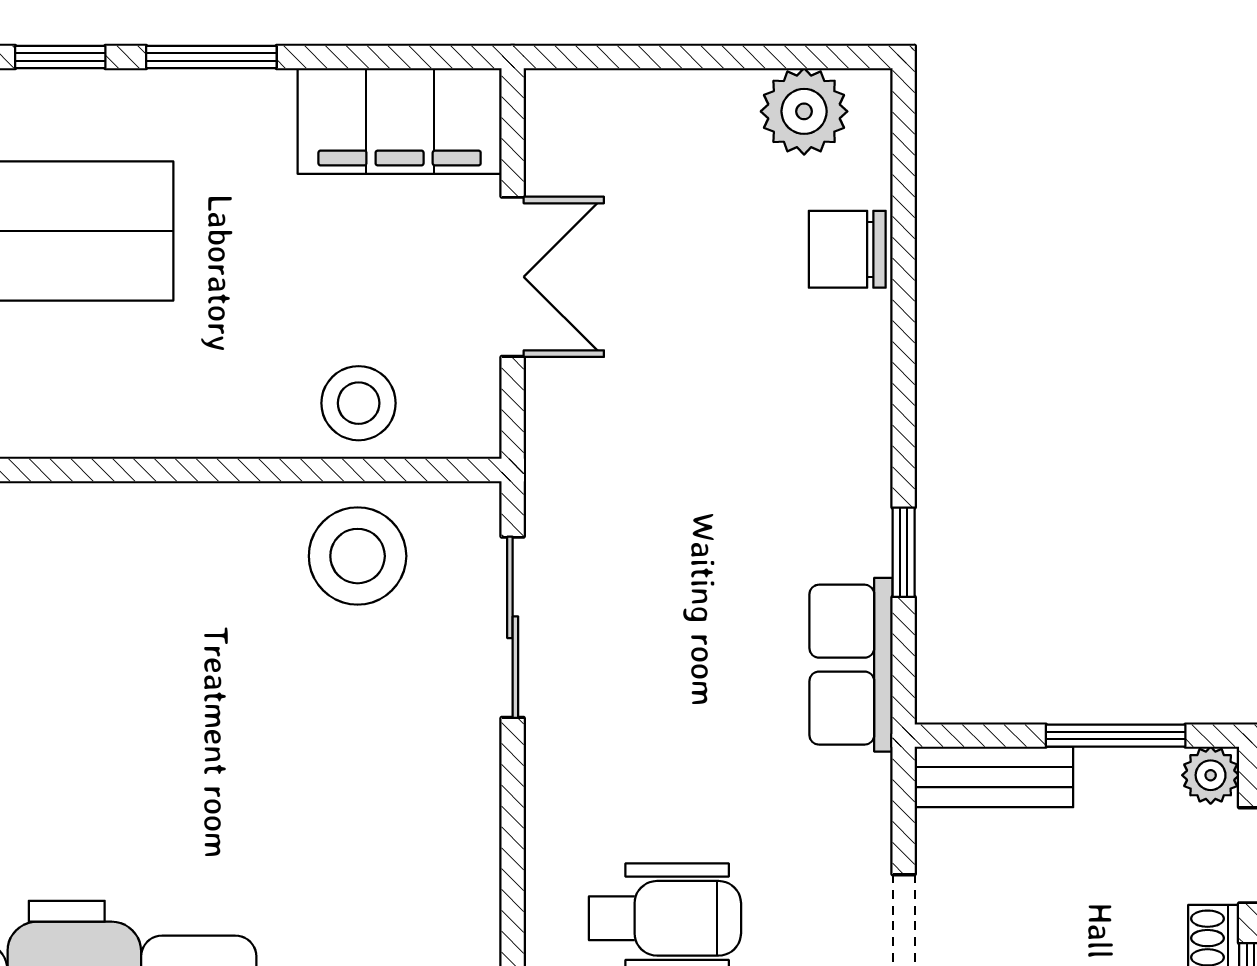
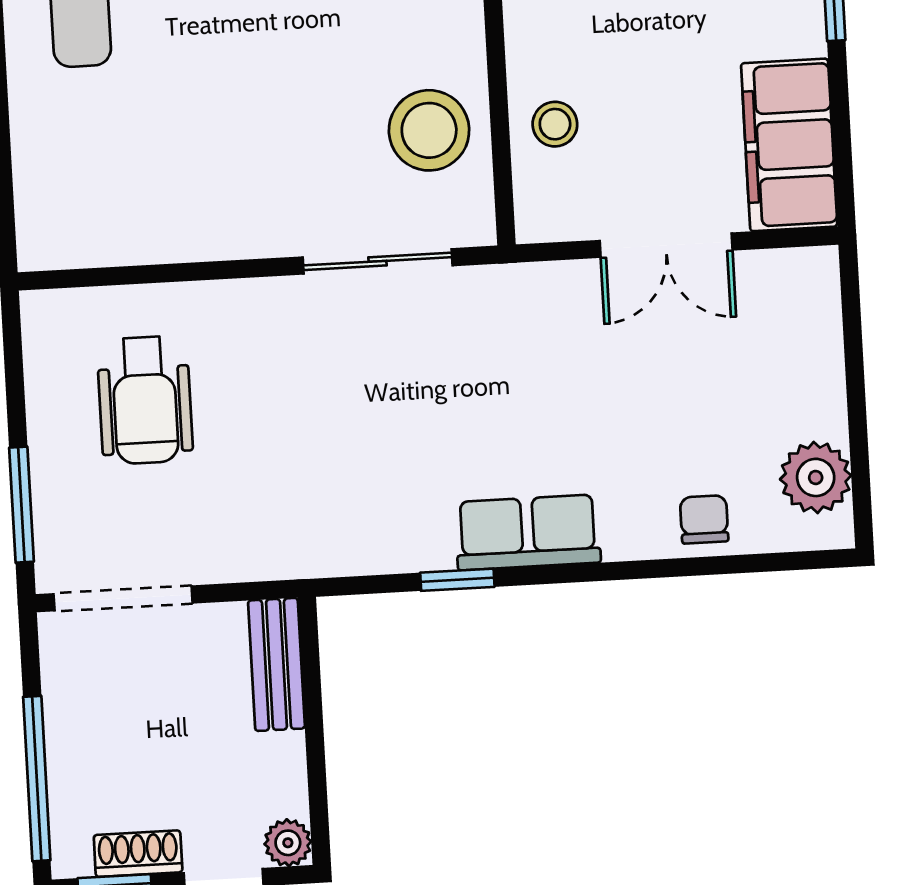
chair: (847, 249) -> (704, 519), width x0.73, depth x0.73
stool: (359, 403) -> (555, 124), width x0.73, depth x0.73
row of seats: (851, 665) -> (528, 532), moved
window: (1116, 736) -> (316, 763), removed

